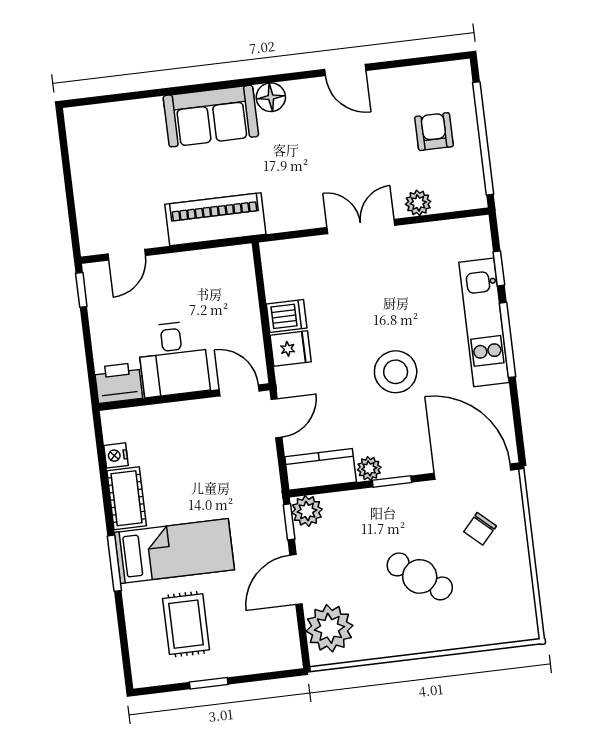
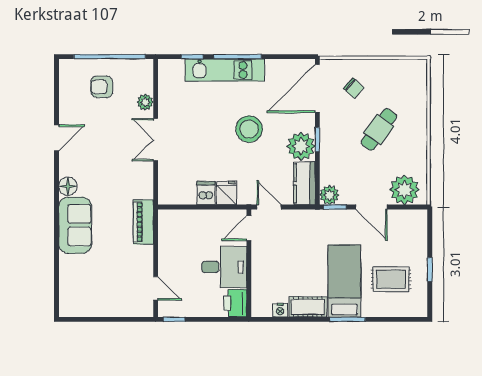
piano: (215, 219) -> (143, 222), width x0.73, depth x0.75
plant: (369, 469) -> (301, 146), width x1.87, depth x1.87

